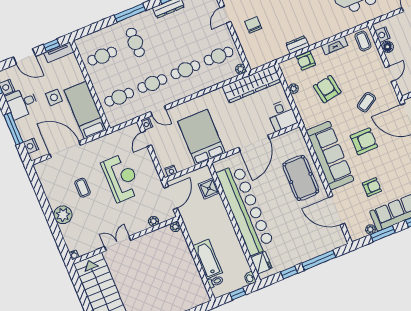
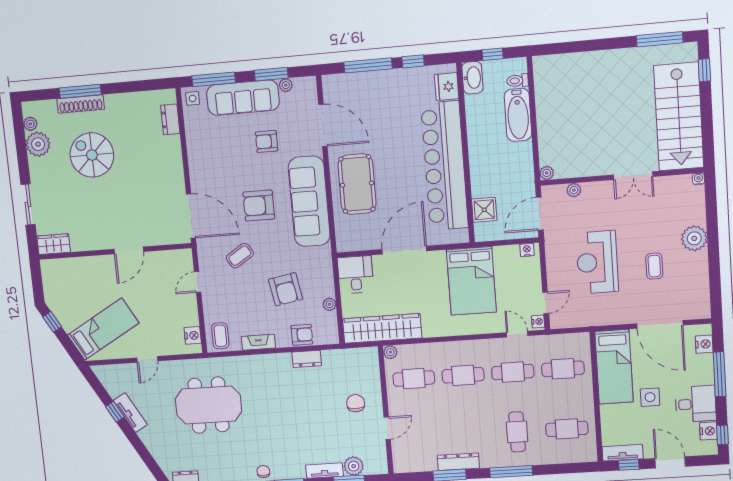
chair: (253, 25) -> (356, 403), turned 180
floor lamp: (388, 47) -> (191, 318), removed
washbasin: (250, 278) -> (472, 78), width x1.91, depth x1.45

